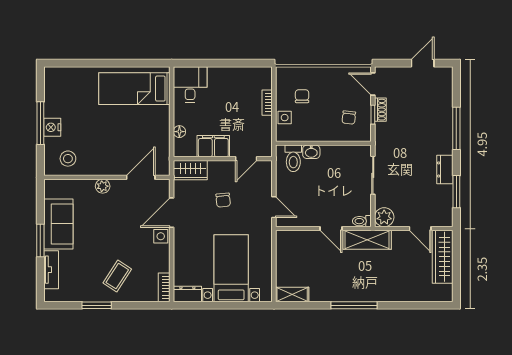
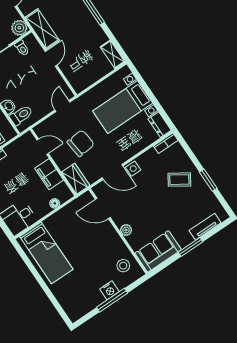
chair: (223, 200) -> (81, 143), width x1.87, depth x1.87
toilet: (362, 221) -> (22, 48), moved
sofa: (58, 224) -> (158, 251), moved

